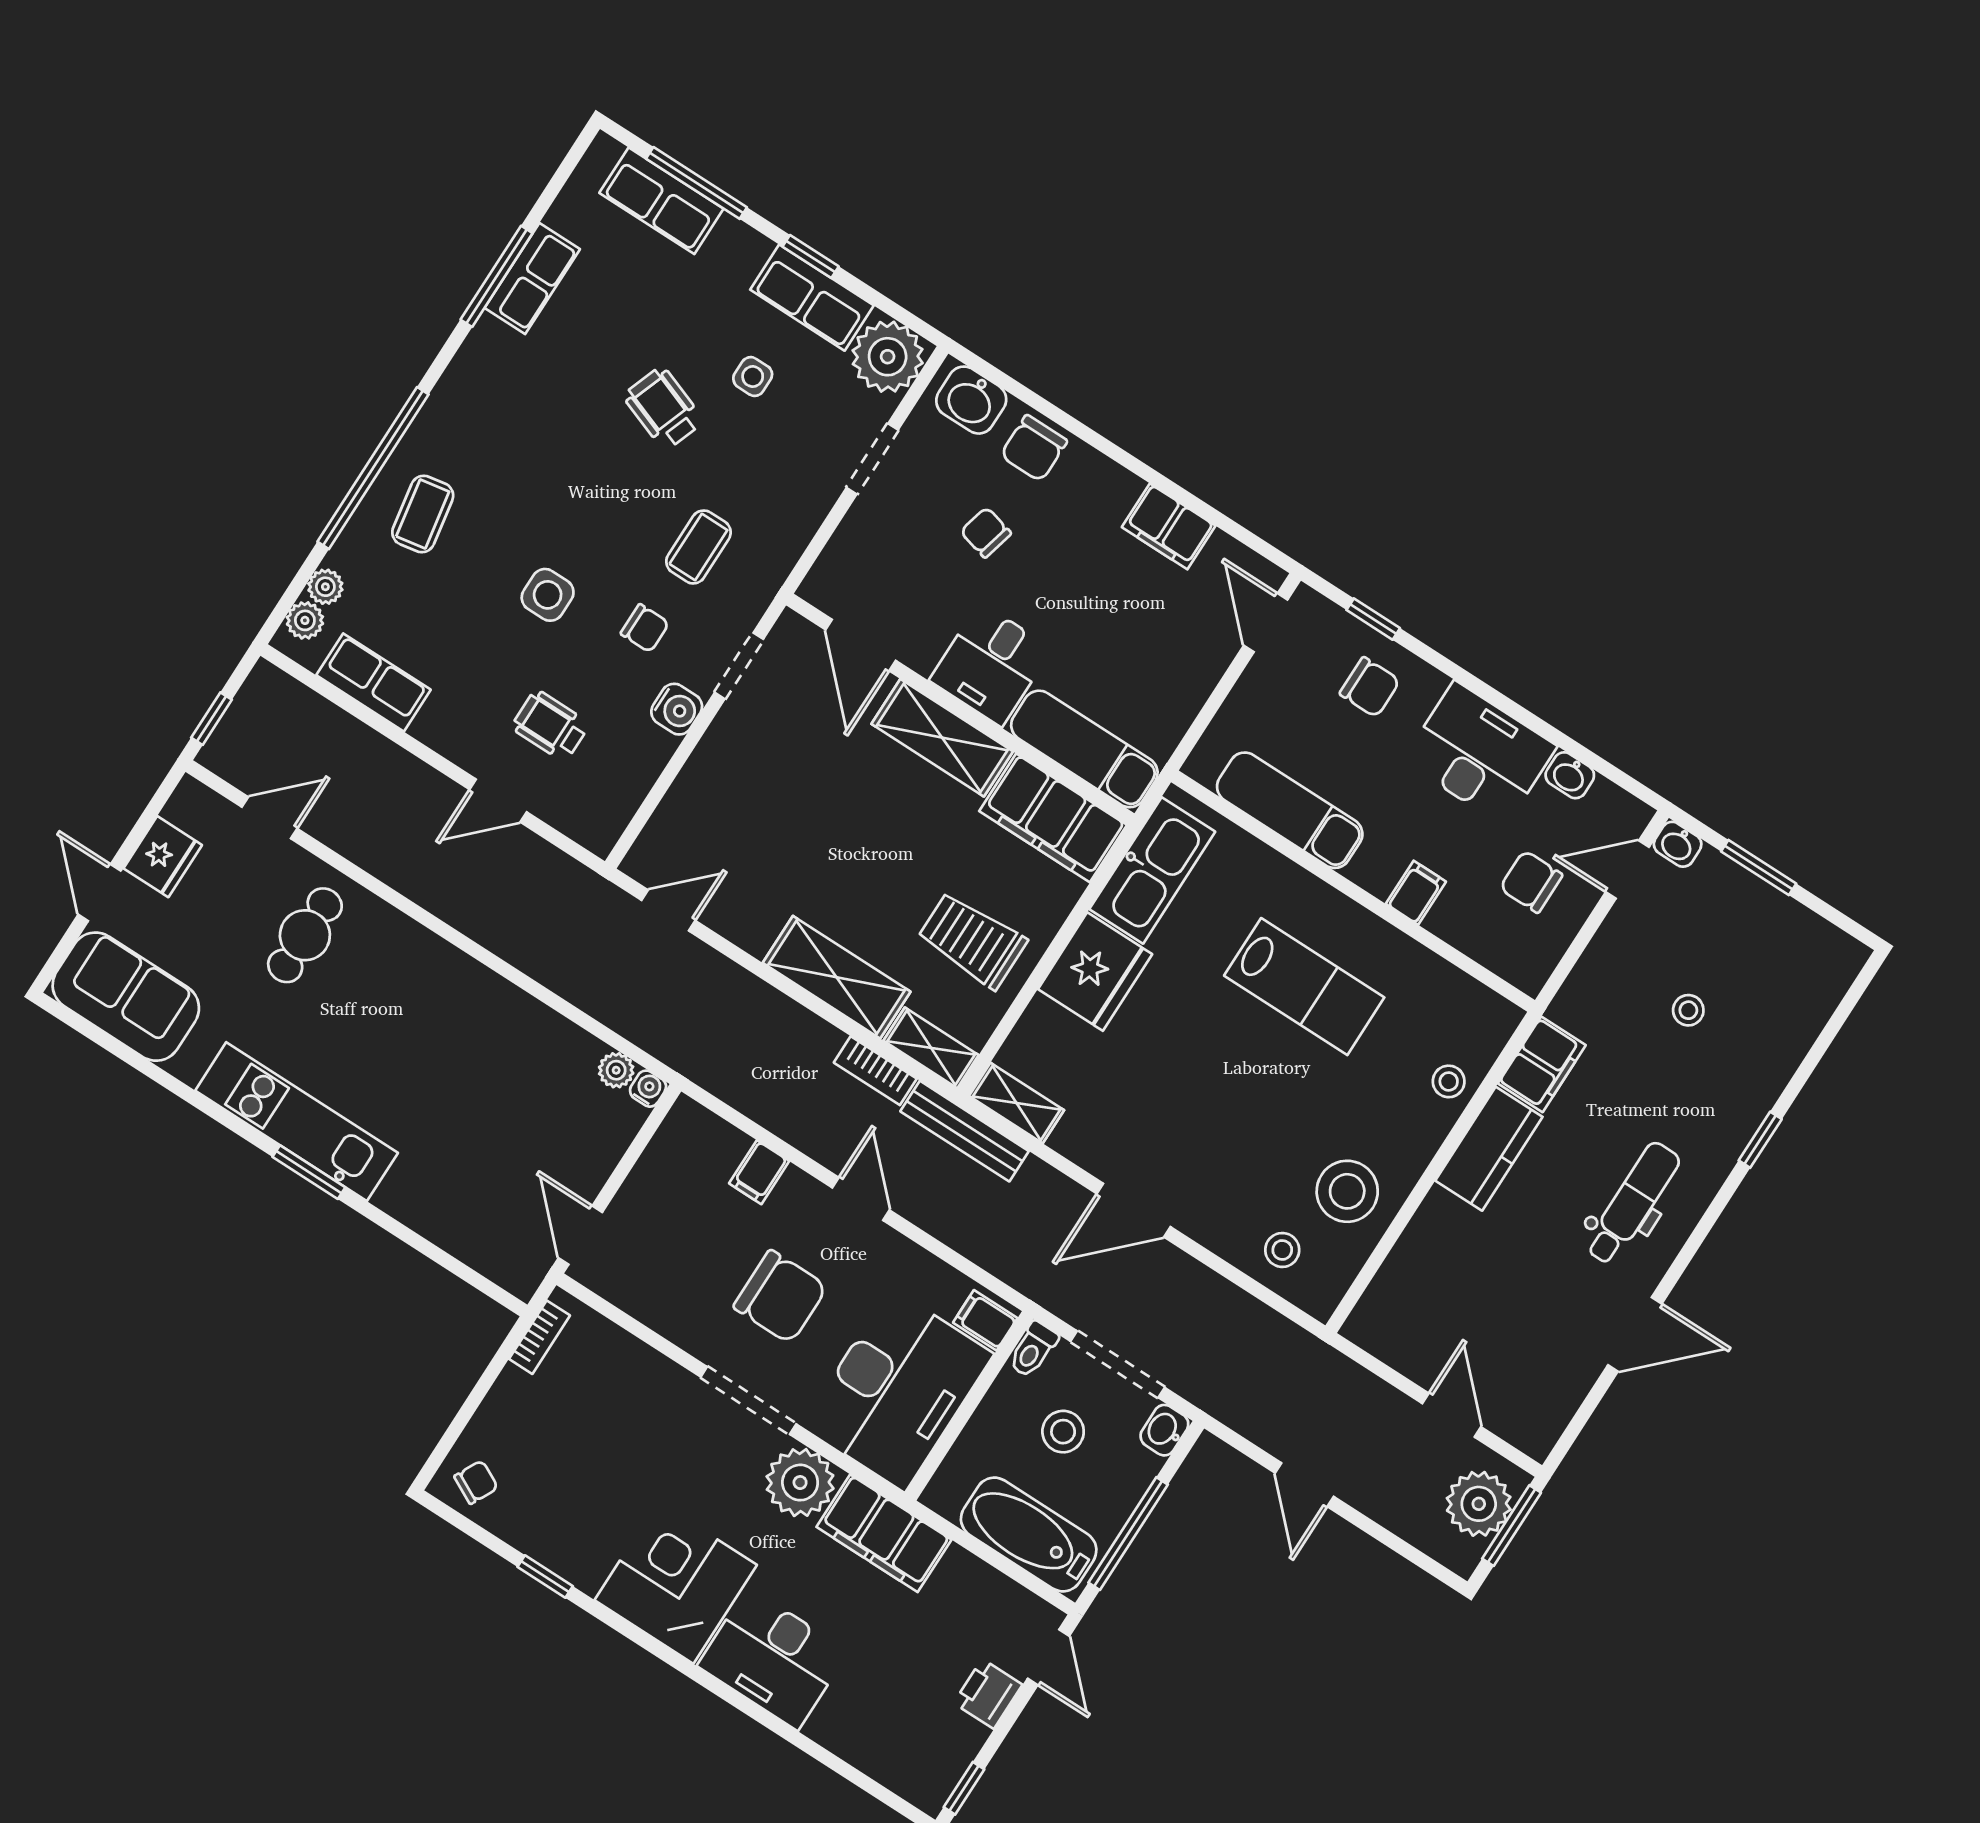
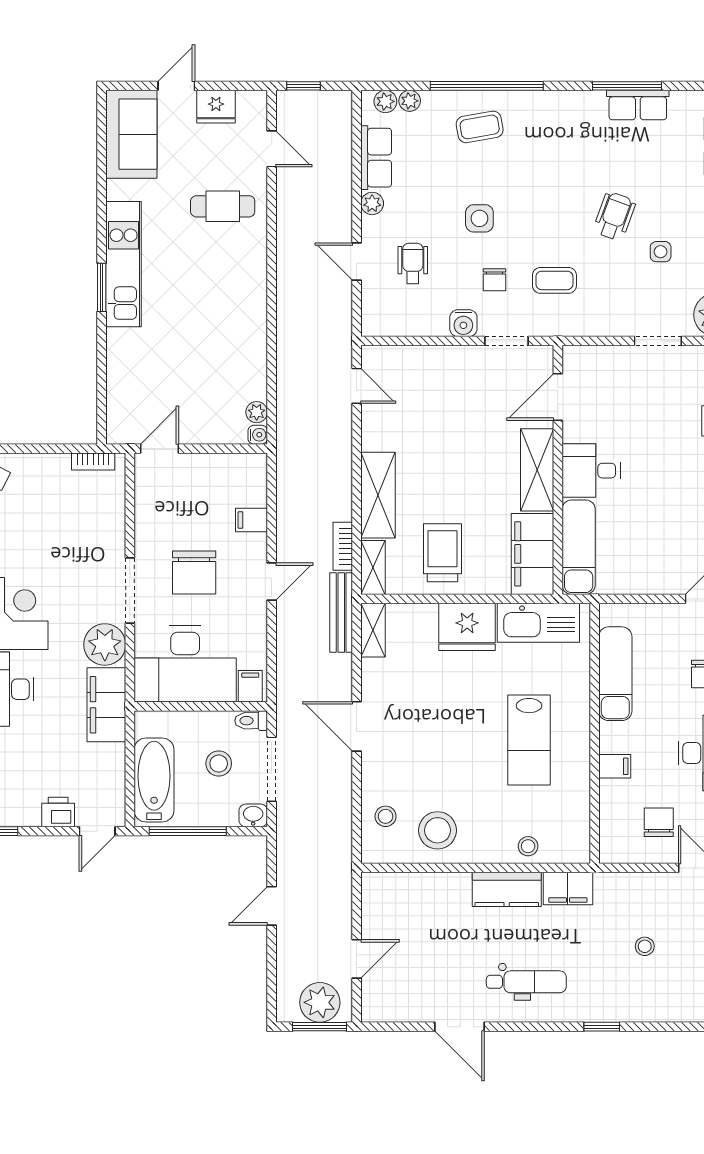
chair: (986, 532) -> (658, 424), removed
plant: (433, 728) -> (372, 203), added

